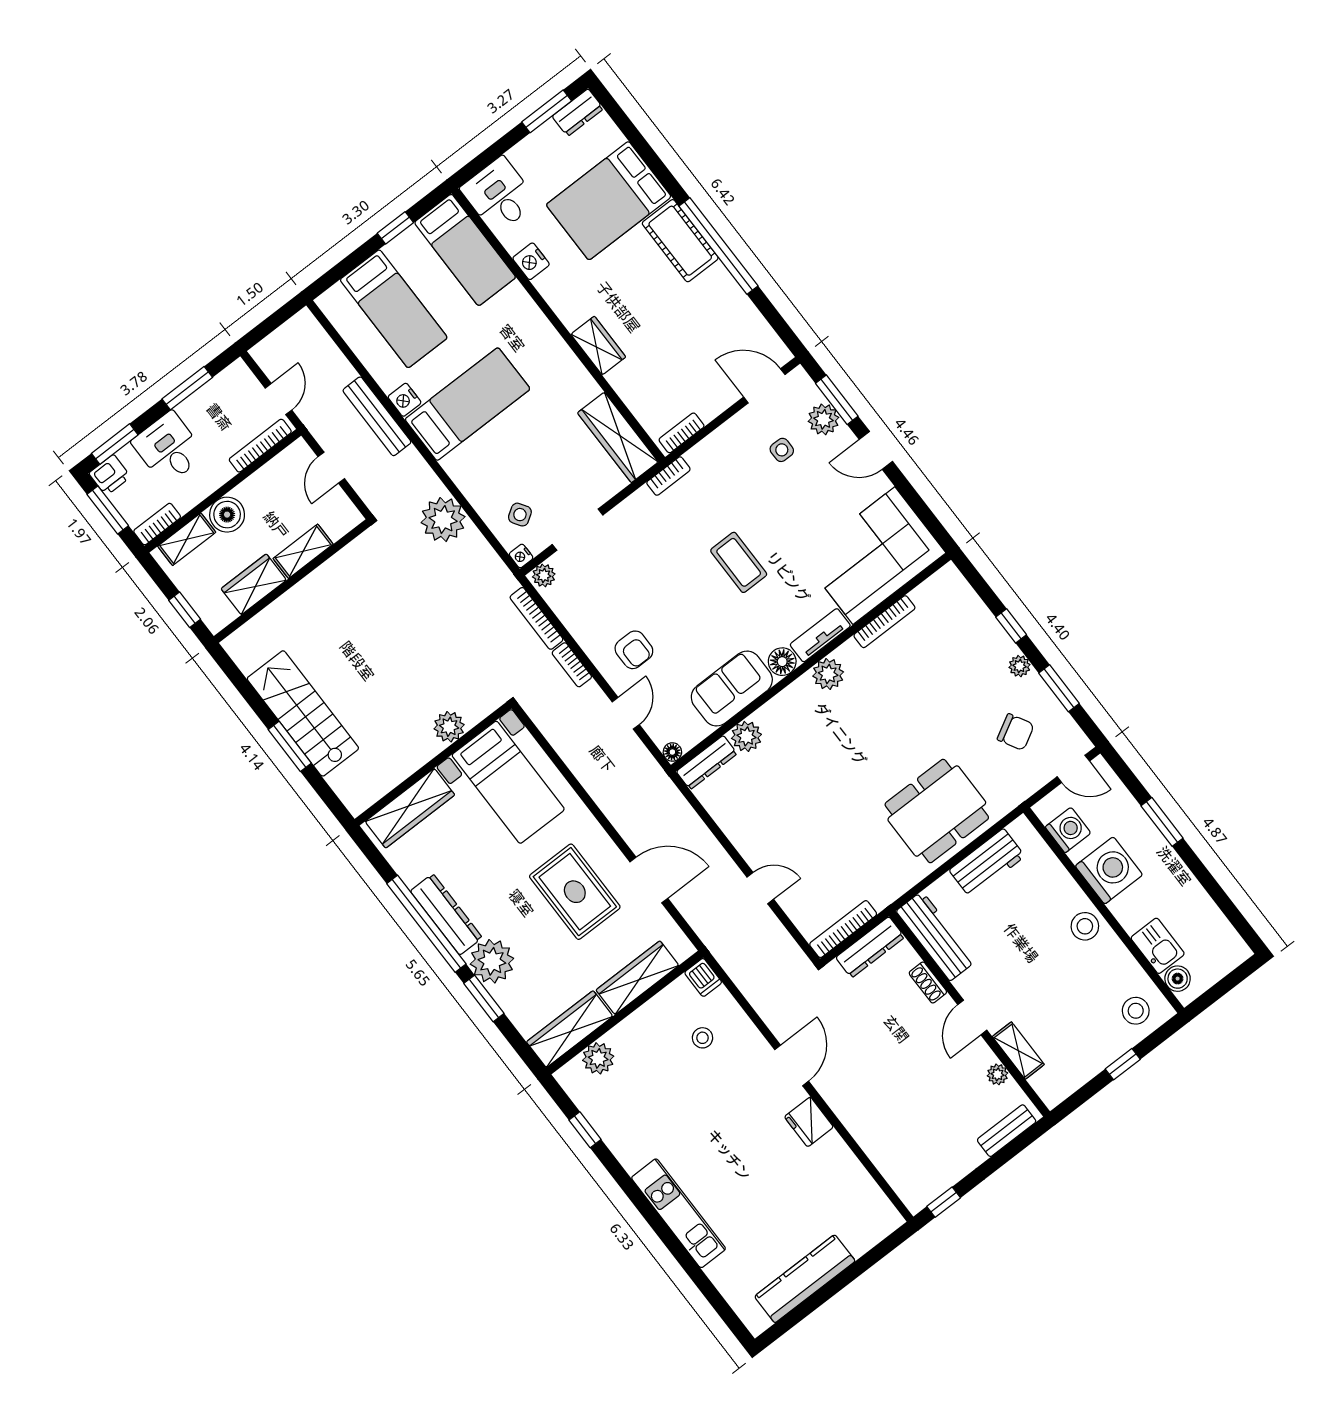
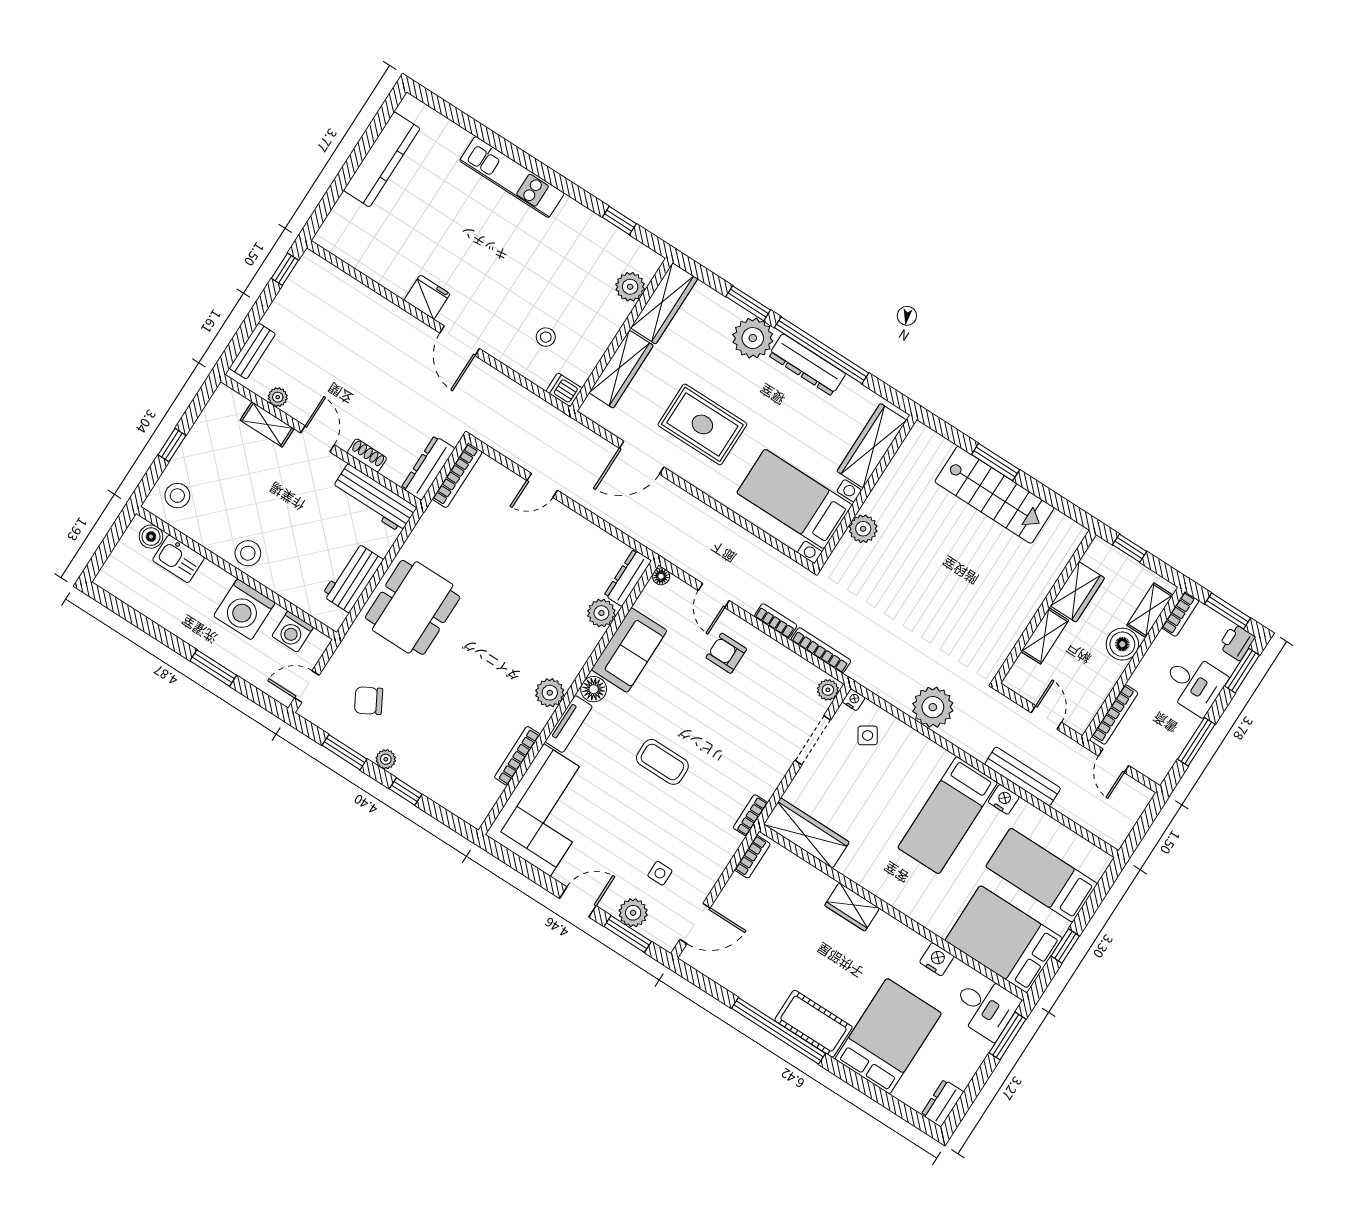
window: (547, 111) -> (1007, 1036), moved
bed: (465, 250) -> (1004, 939), width x1.50

